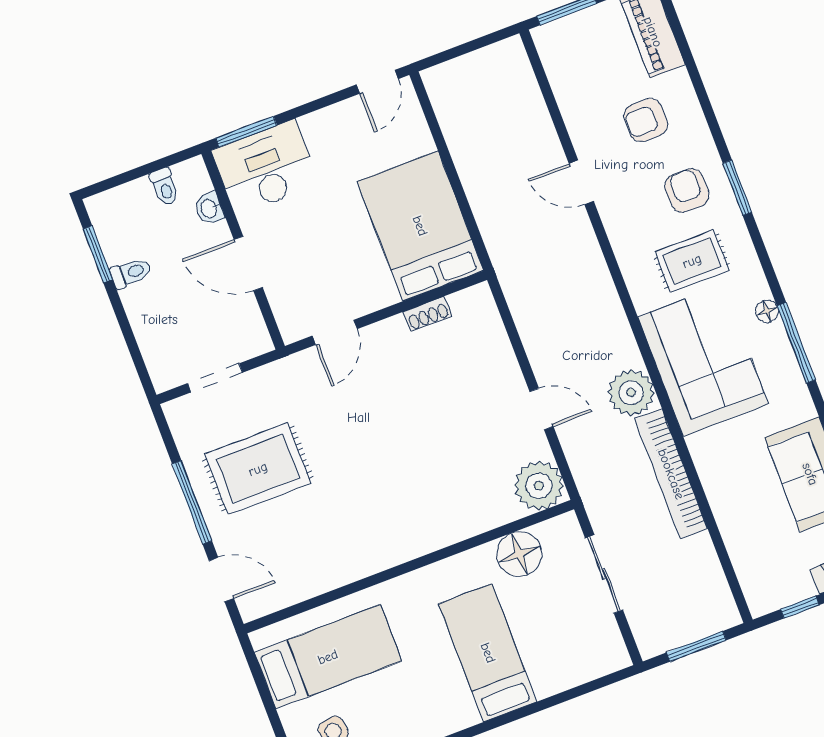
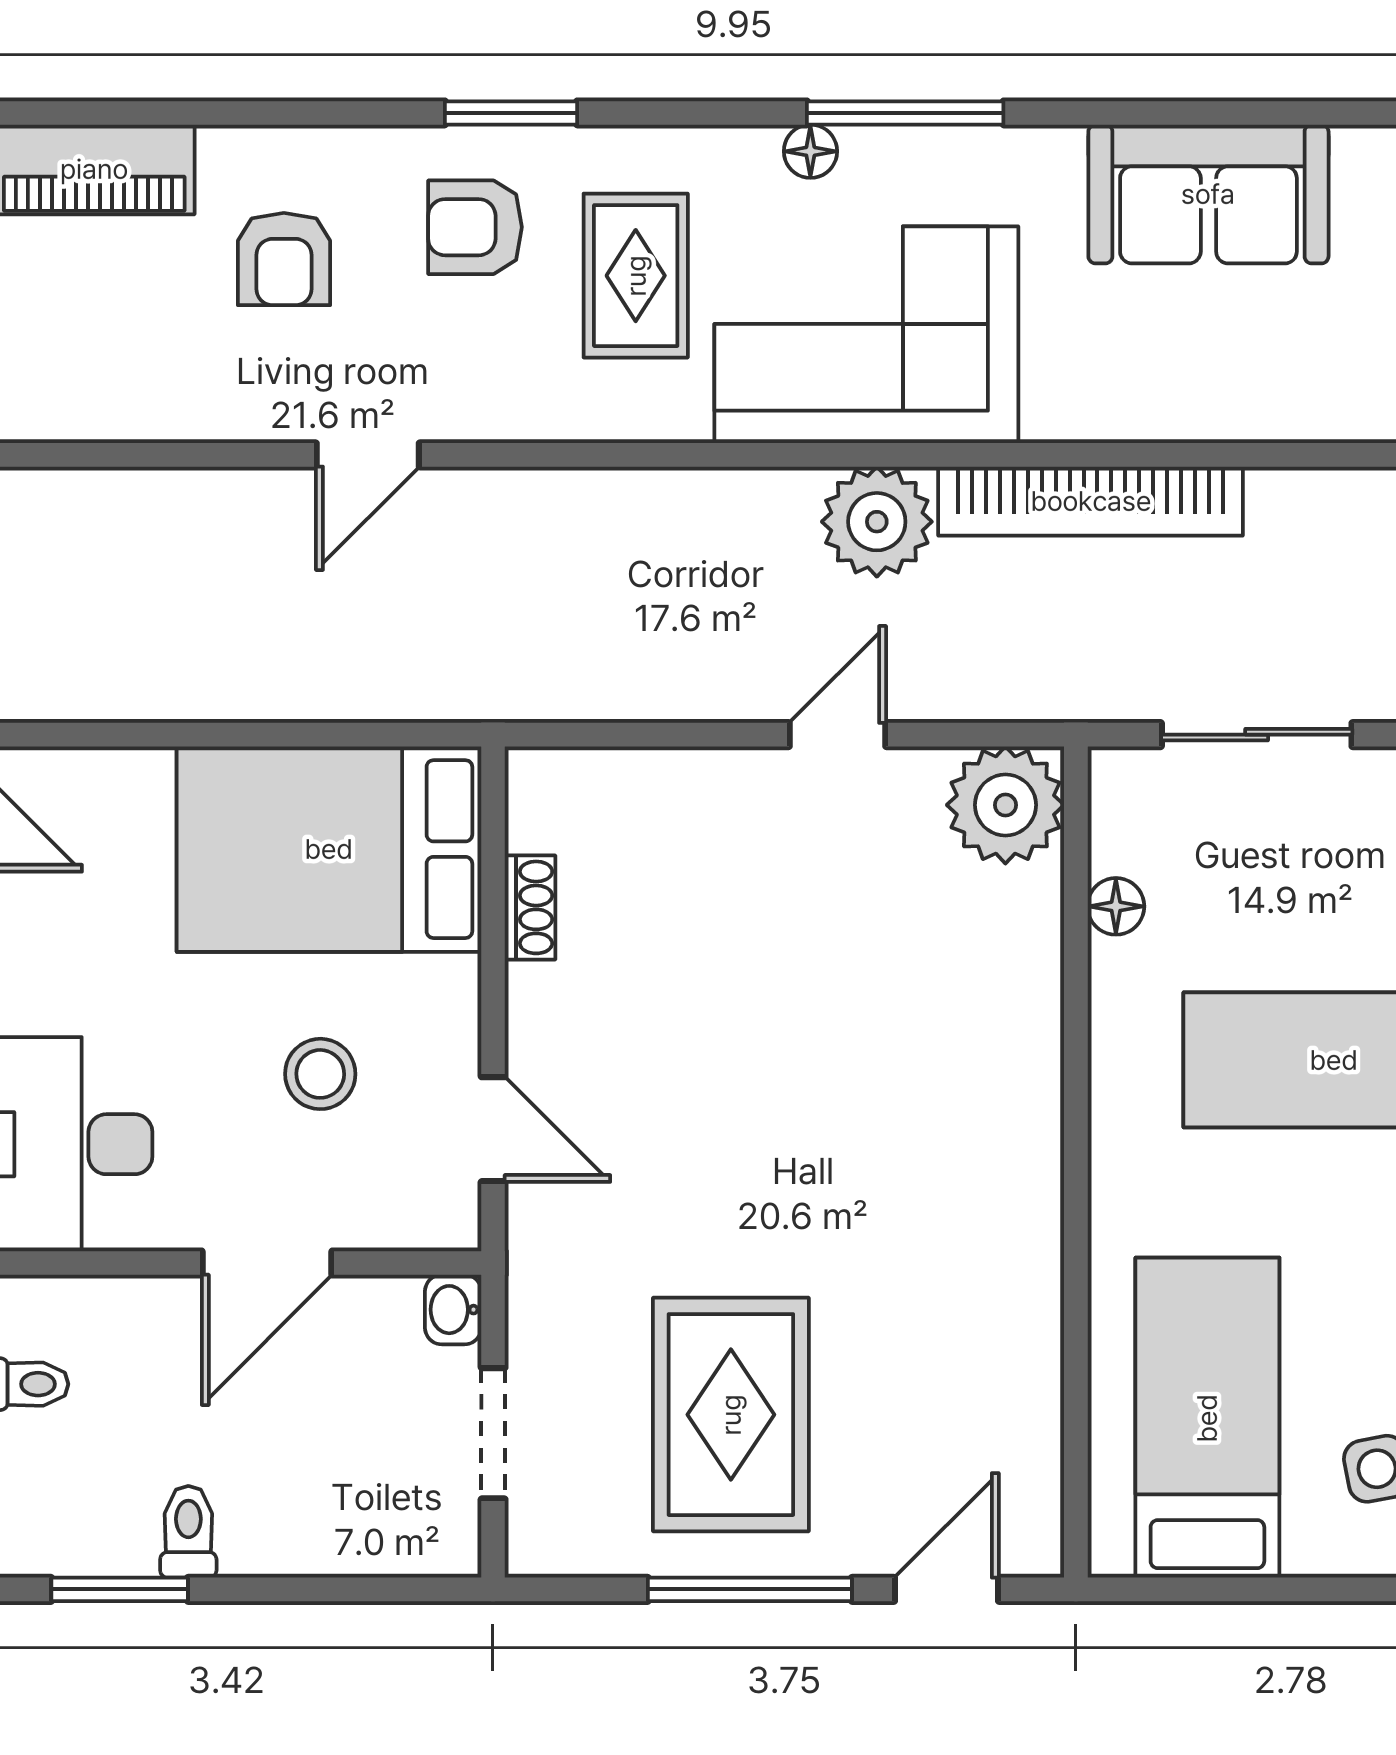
washbasin: (209, 208) -> (453, 1310), moved, turned 90
stool: (331, 256) -> (320, 1074), added
floor lamp: (519, 554) -> (1116, 906), width x0.53, depth x0.53

